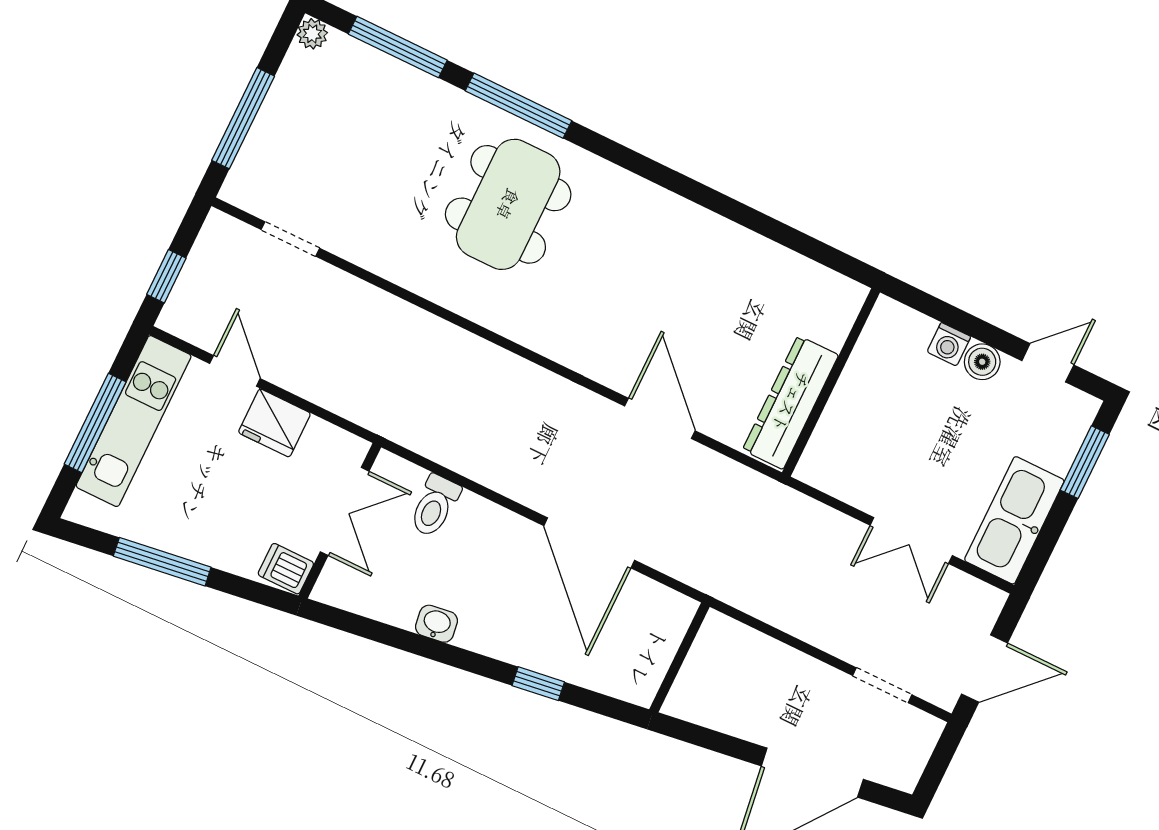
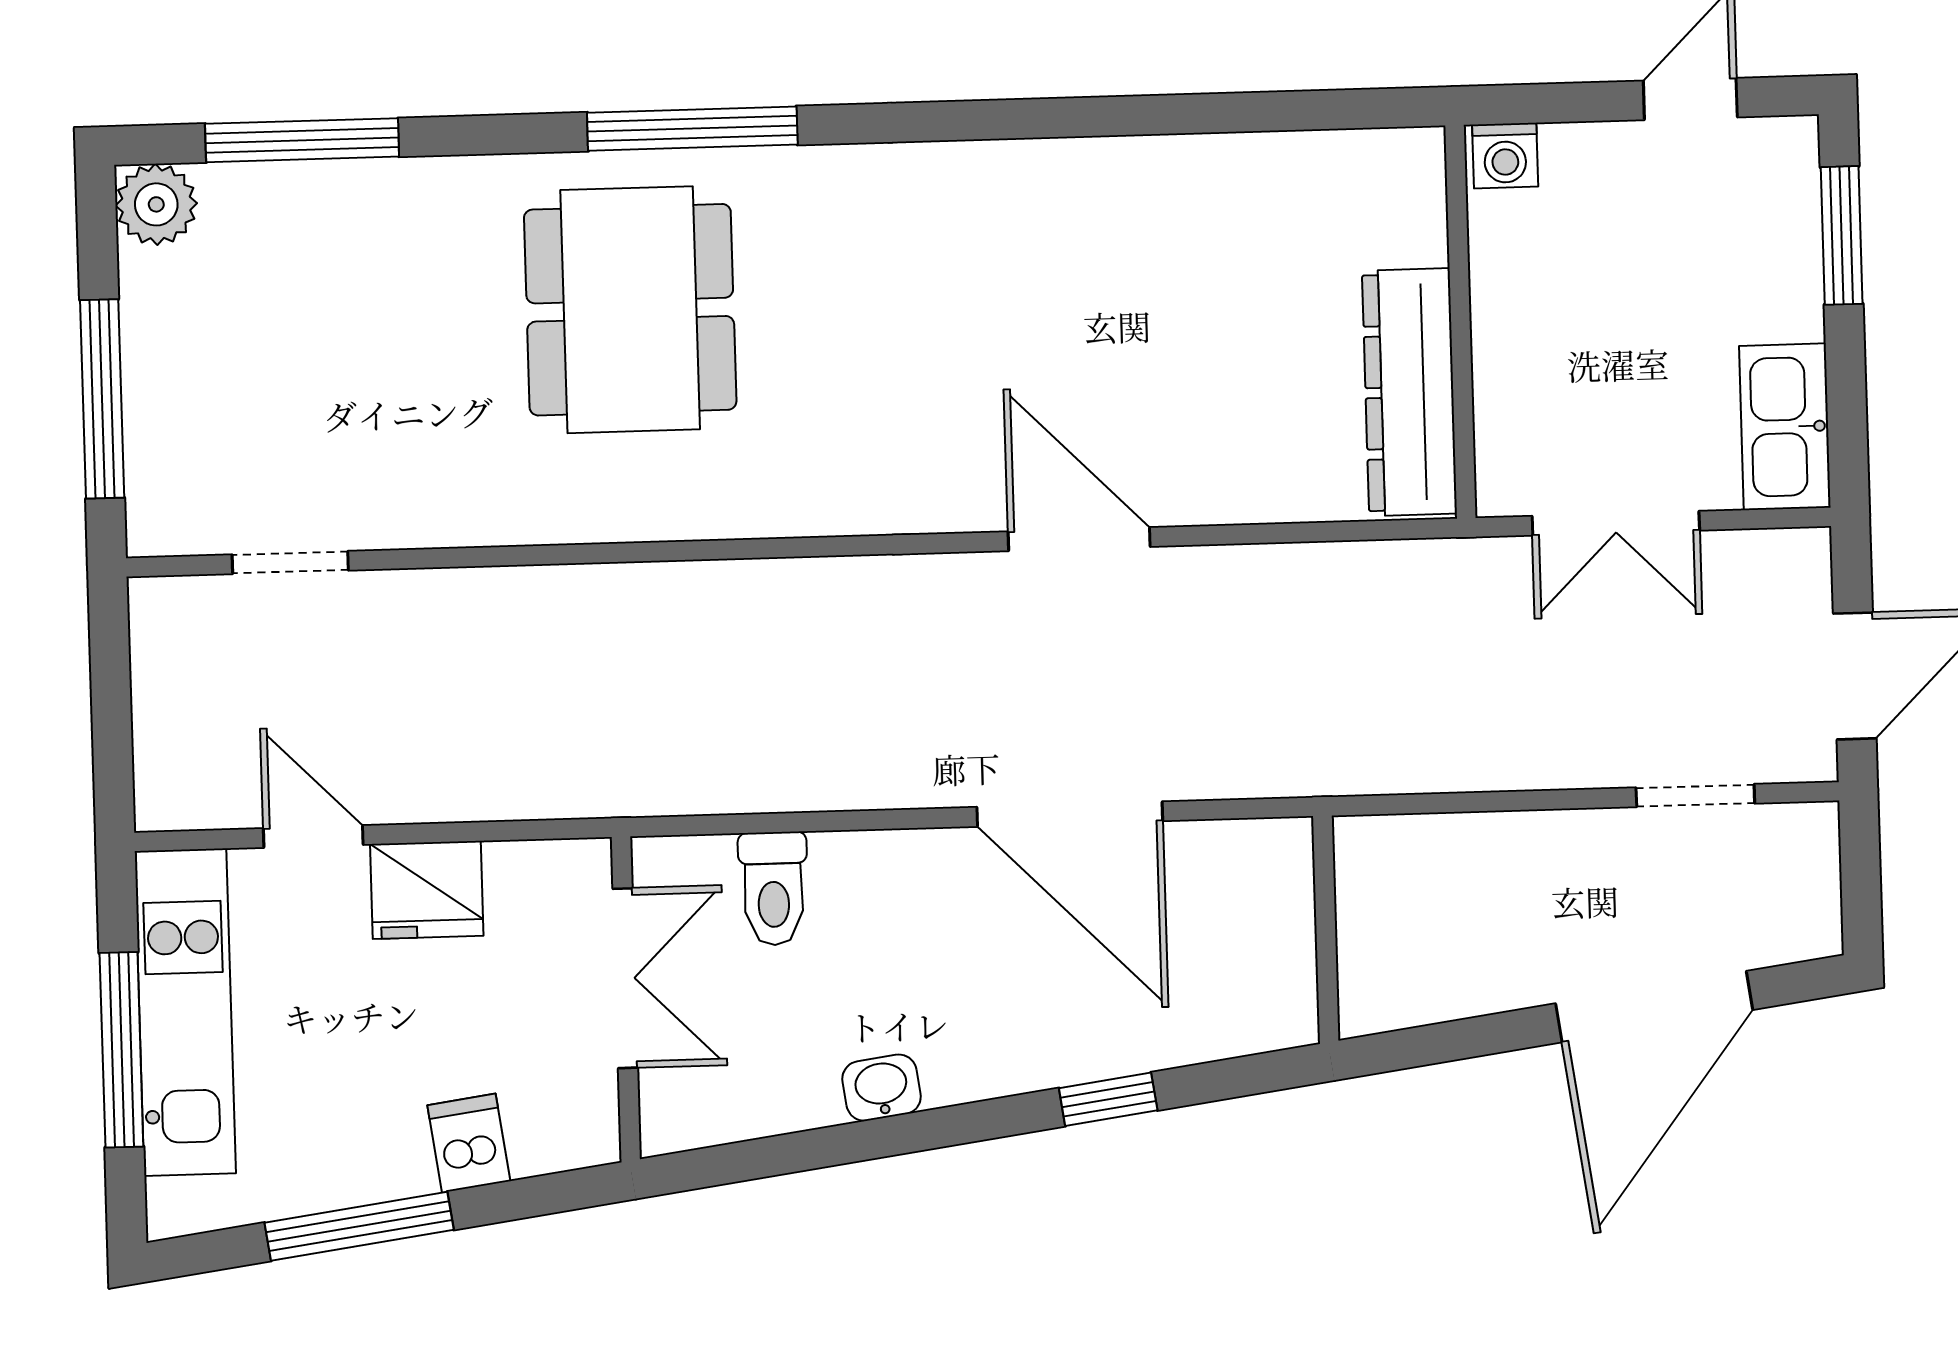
plant: (312, 34) -> (156, 204), width x1.38, depth x1.38
window: (518, 106) -> (692, 129), moved
window: (166, 276) -> (112, 736), removed
boiler: (982, 362) -> (1578, 156), removed
wall: (831, 382) -> (1460, 322), moved
dresser: (791, 402) -> (1409, 392), moved
kitchen sink: (1014, 520) -> (1785, 427), width x0.73, depth x0.81
dishwasher: (286, 569) -> (469, 1143), moved, turned 82

